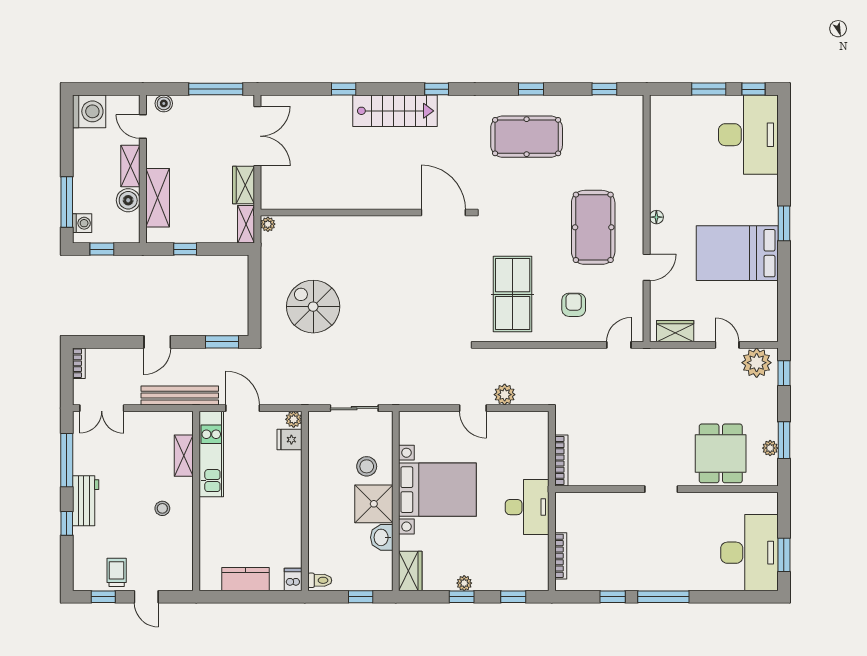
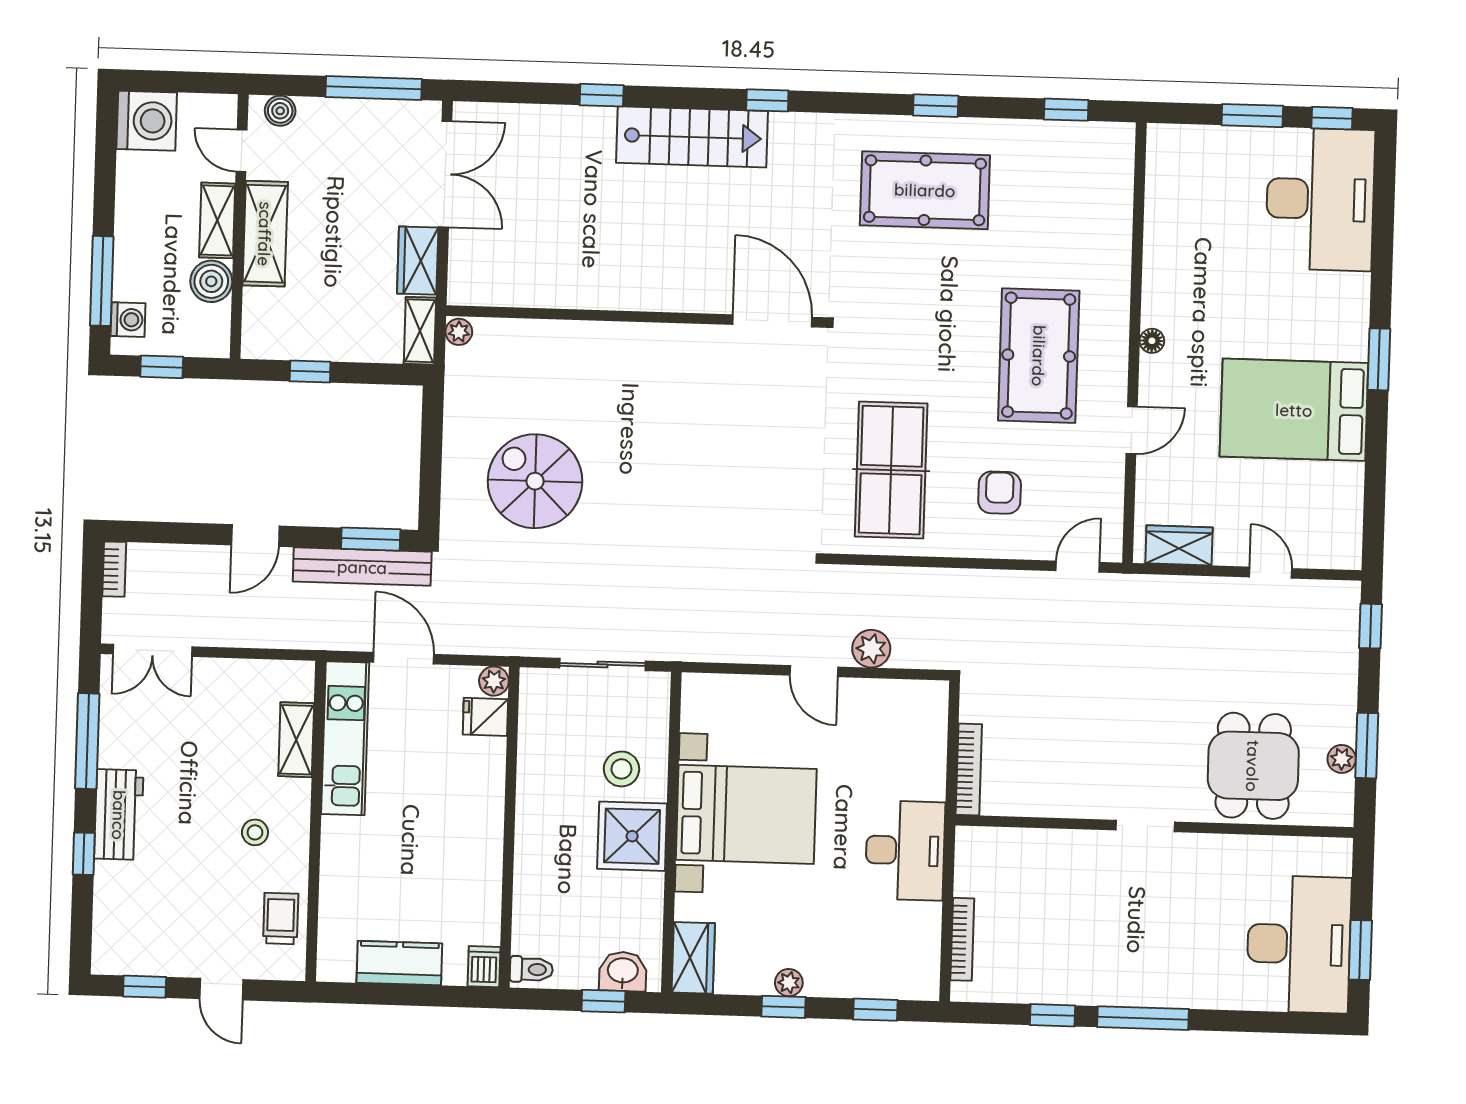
shelving: (158, 198) -> (265, 234), moved
plant: (757, 363) -> (1322, 606), removed
bench: (180, 396) -> (362, 567), moved
washbasin: (382, 537) -> (623, 971), moved, turned 90
trolley: (117, 572) -> (281, 918), moved

